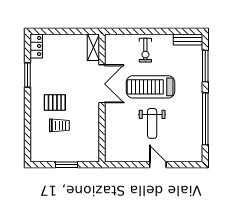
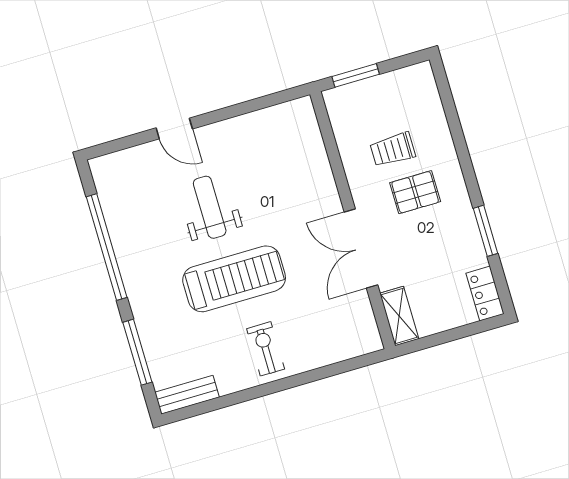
shelving: (93, 47) -> (399, 316), moved
double door: (102, 84) -> (361, 249), moved
wall: (102, 98) -> (353, 220), moved

